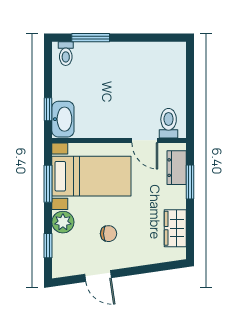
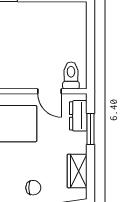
chair: (109, 234) -> (33, 188), moved

